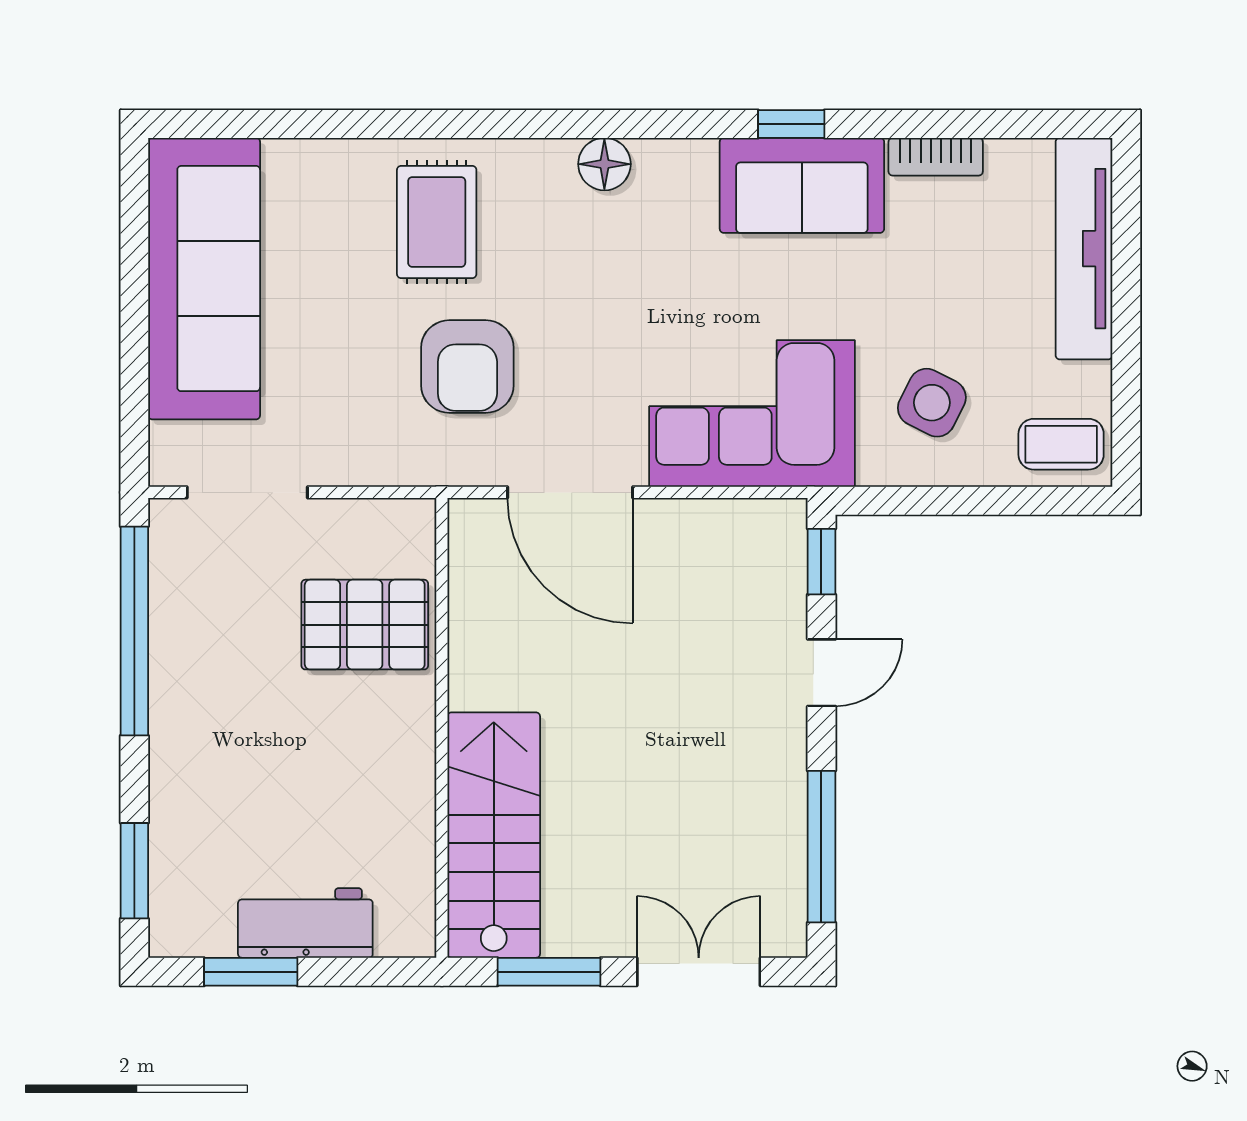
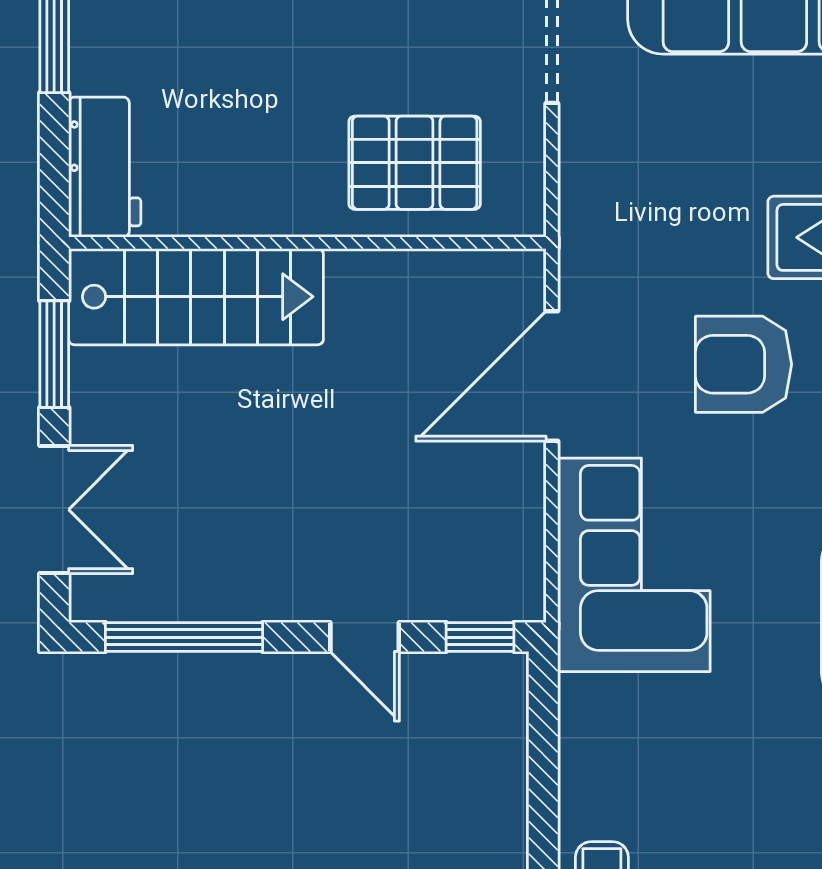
armchair: (467, 367) -> (743, 364), moved
side table: (932, 403) -> (645, 752), removed
pallet: (365, 625) -> (415, 163), turned 90
workbench: (305, 923) -> (105, 167), moved

